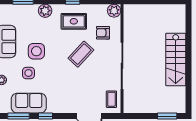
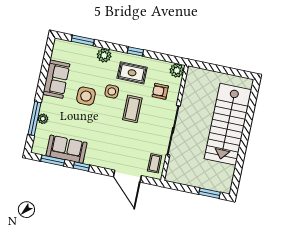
coffee table: (81, 54) -> (132, 109), turned -43
stairs: (176, 59) -> (228, 124), width x1.36, depth x1.51
side table: (28, 73) -> (112, 91), moved

